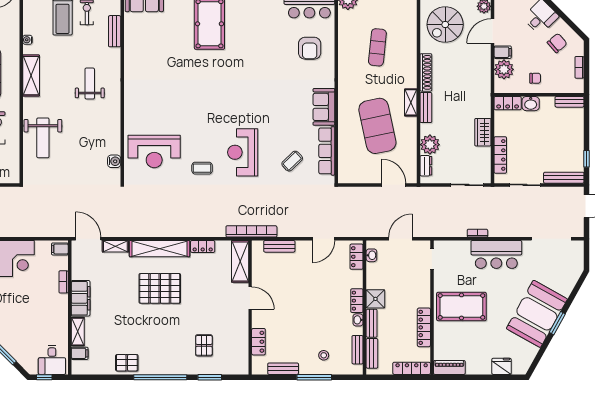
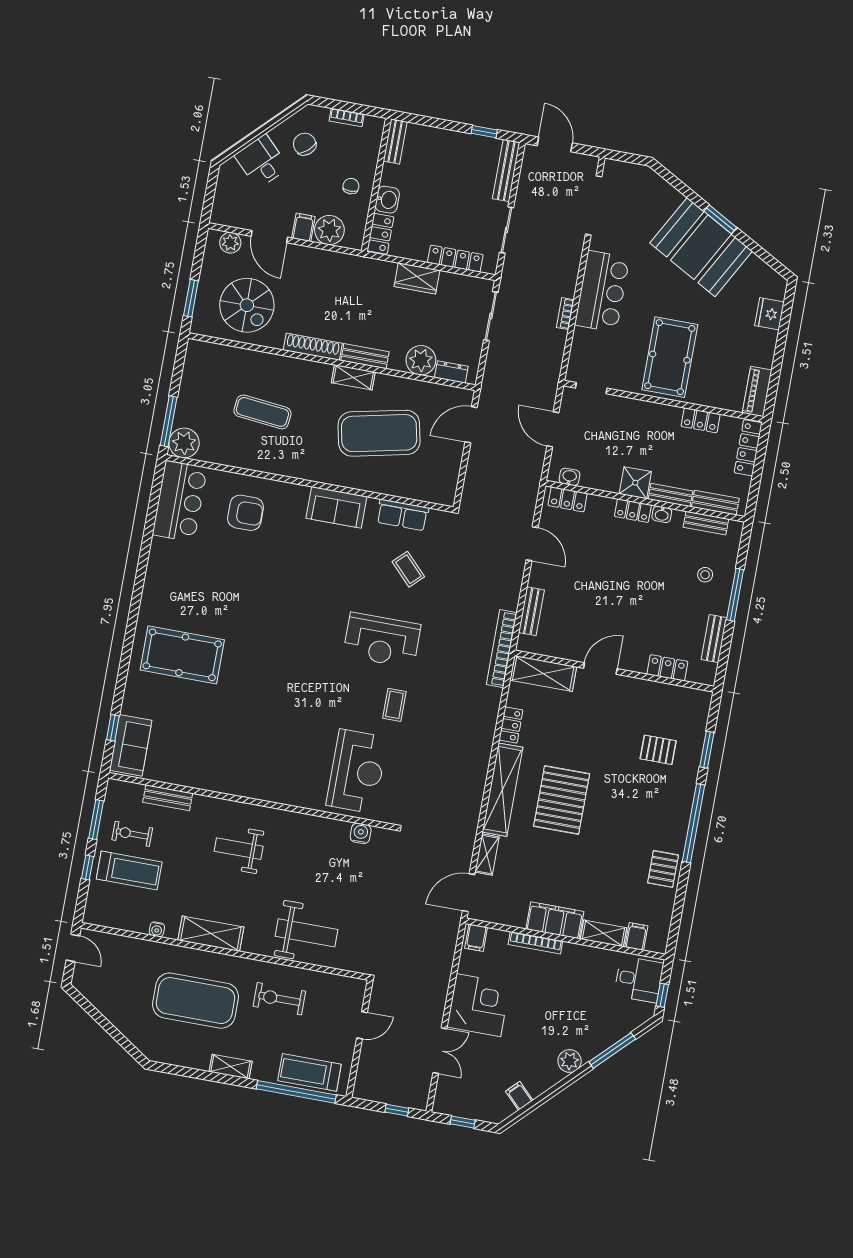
row of seats: (327, 151) -> (403, 515), width x0.68
bookcase: (64, 282) -> (535, 943), width x1.56
locker: (424, 327) -> (701, 420), width x0.66

